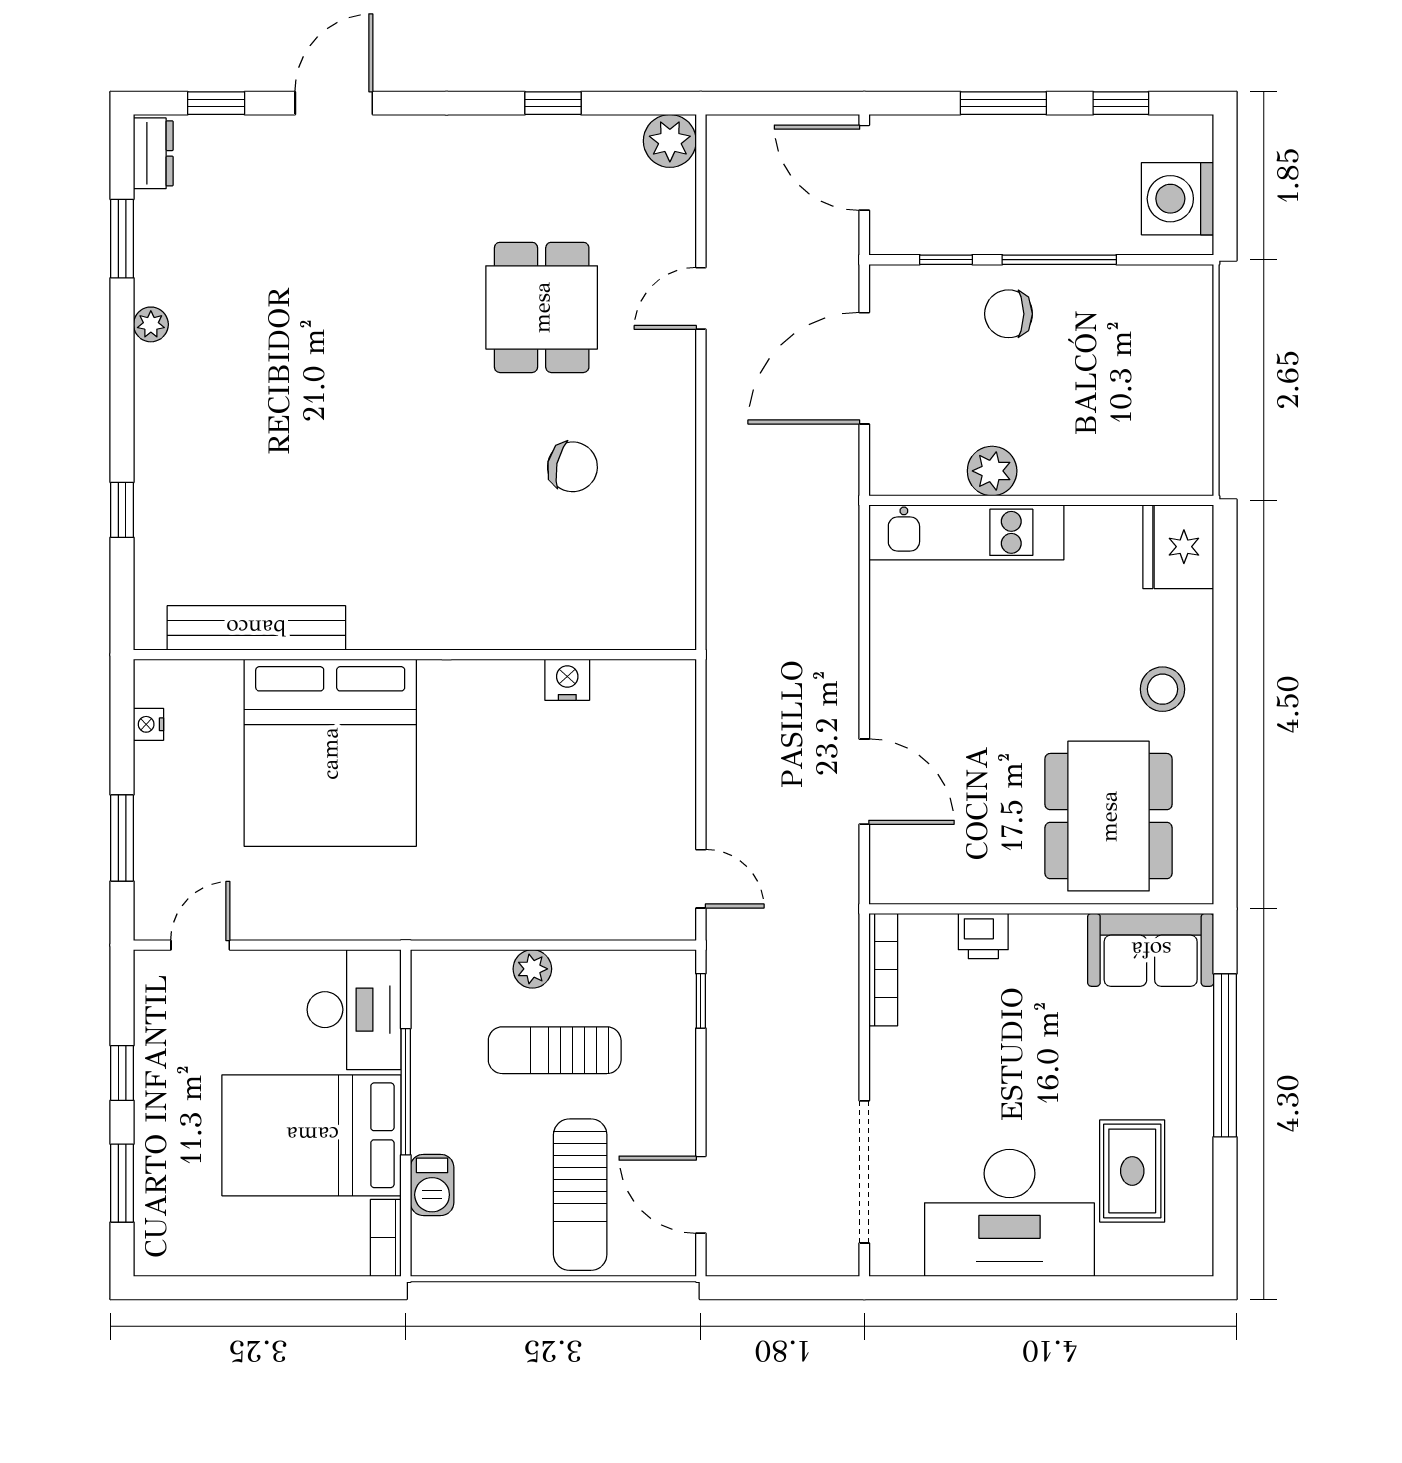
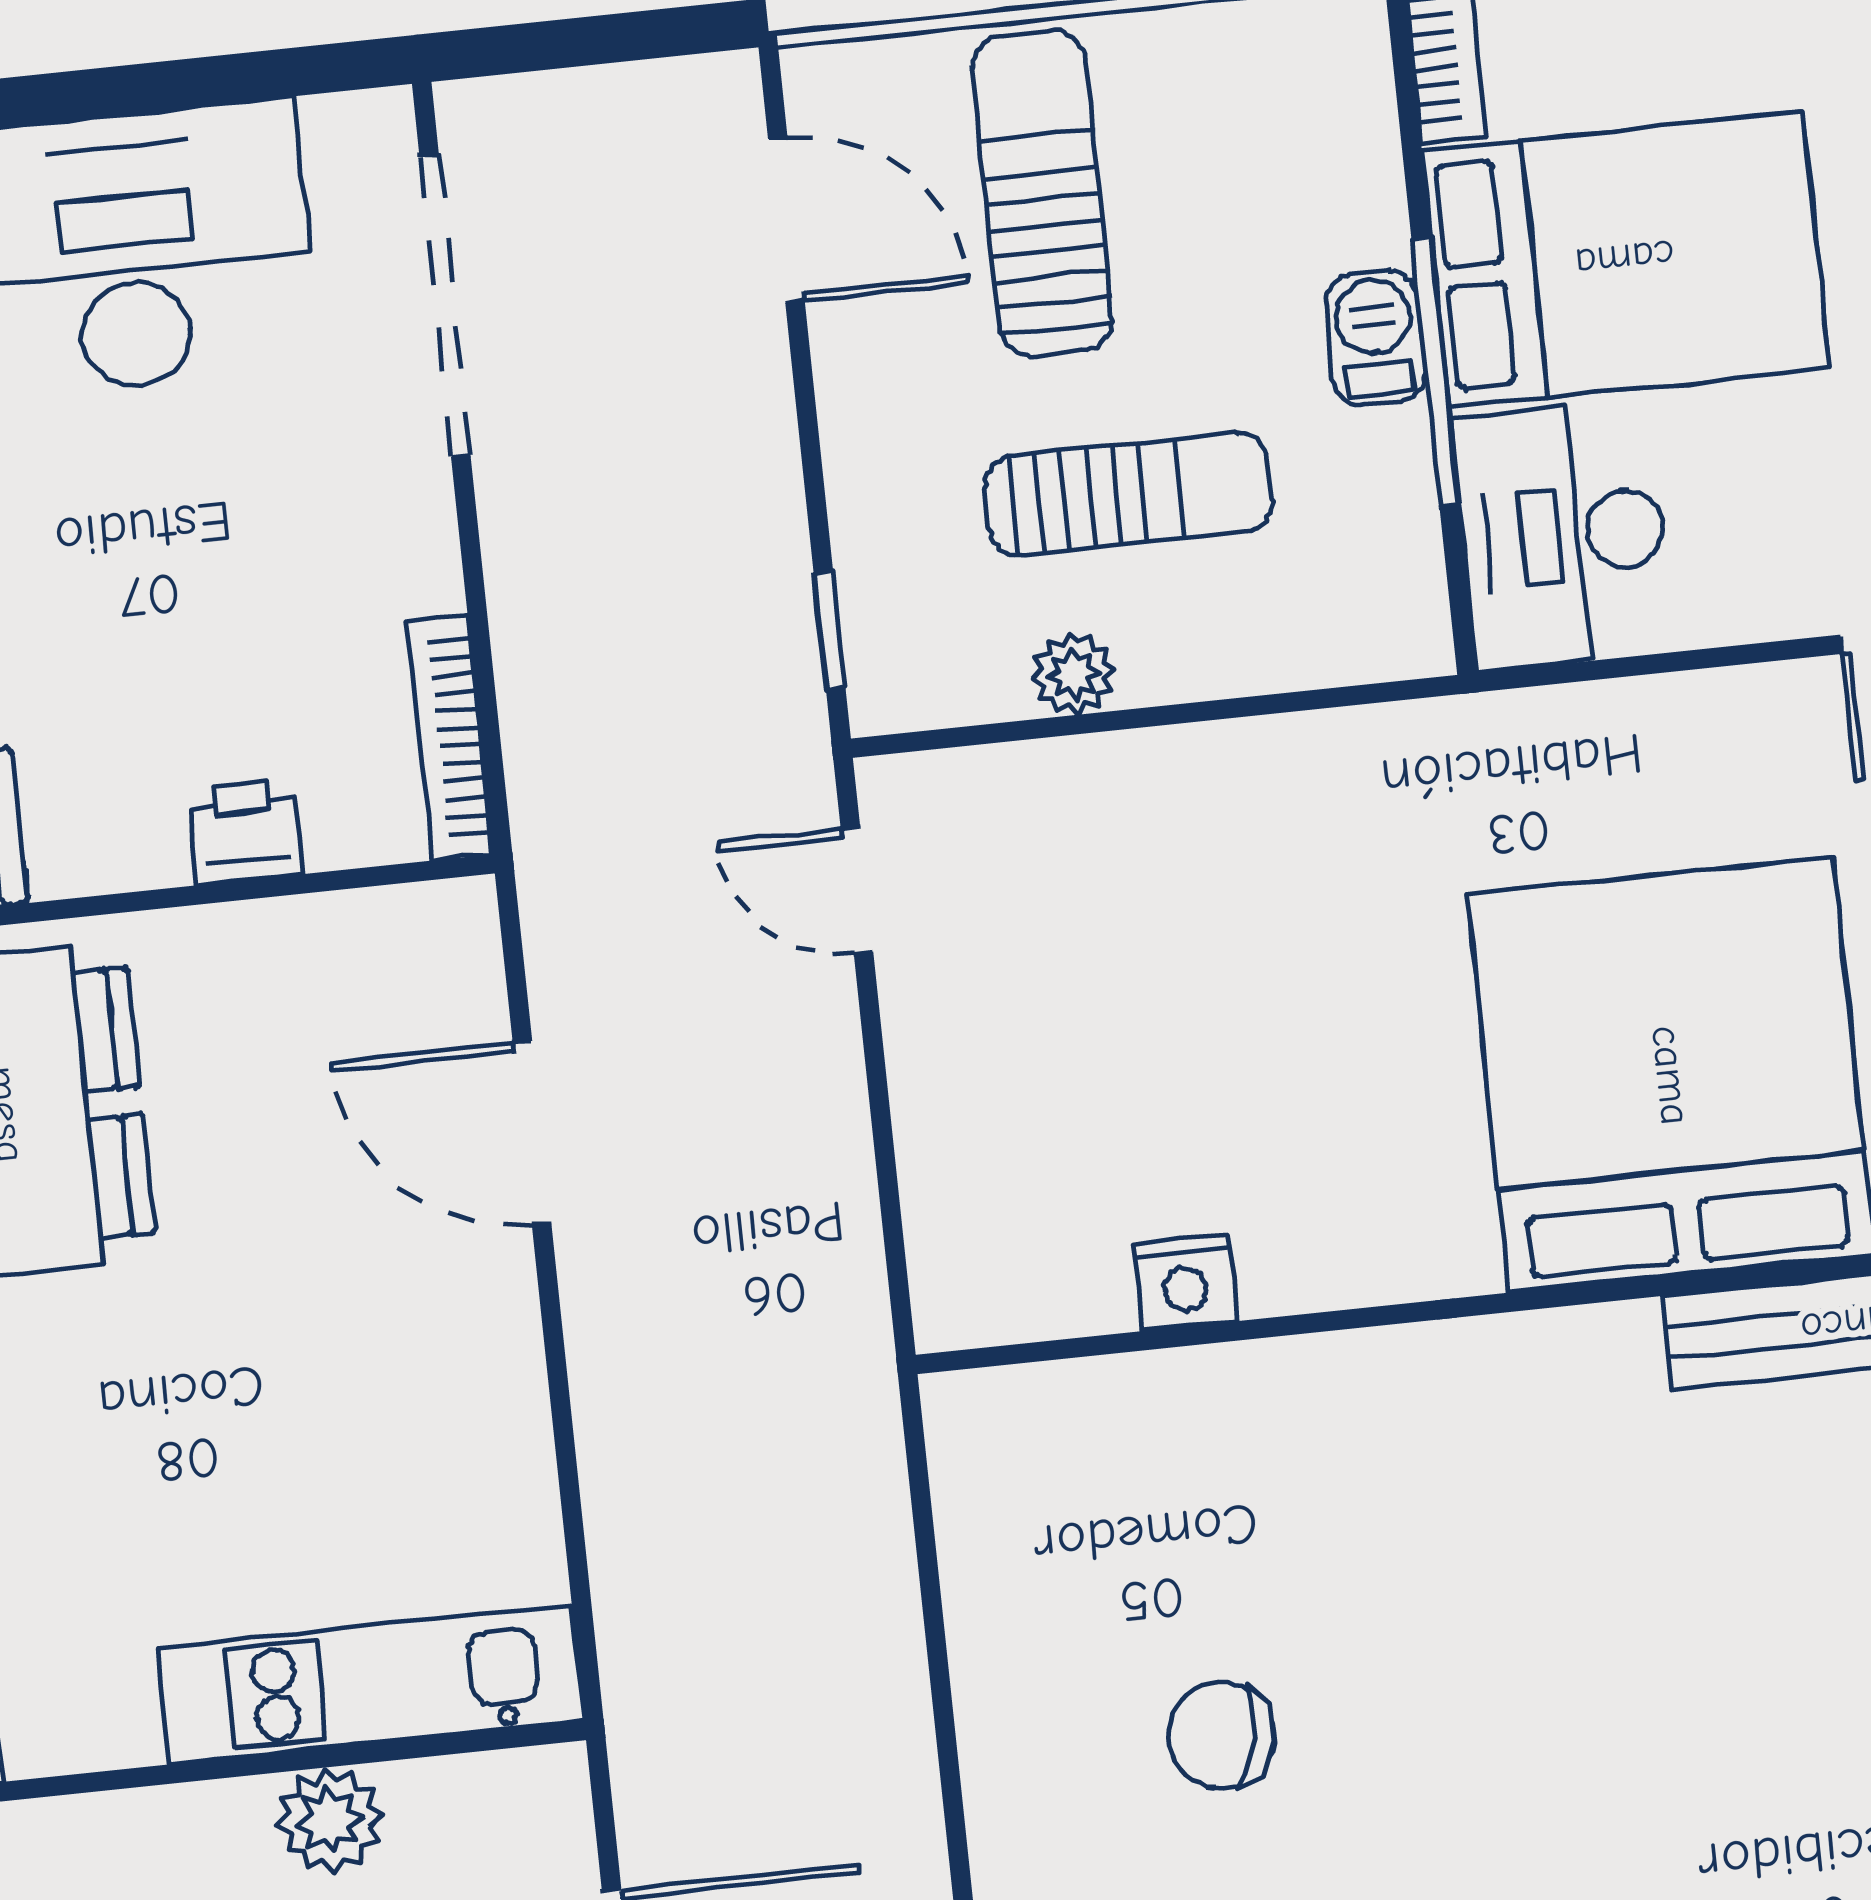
plant: (532, 969) -> (1073, 674), moved
barbecue: (432, 1185) -> (1375, 338), moved

